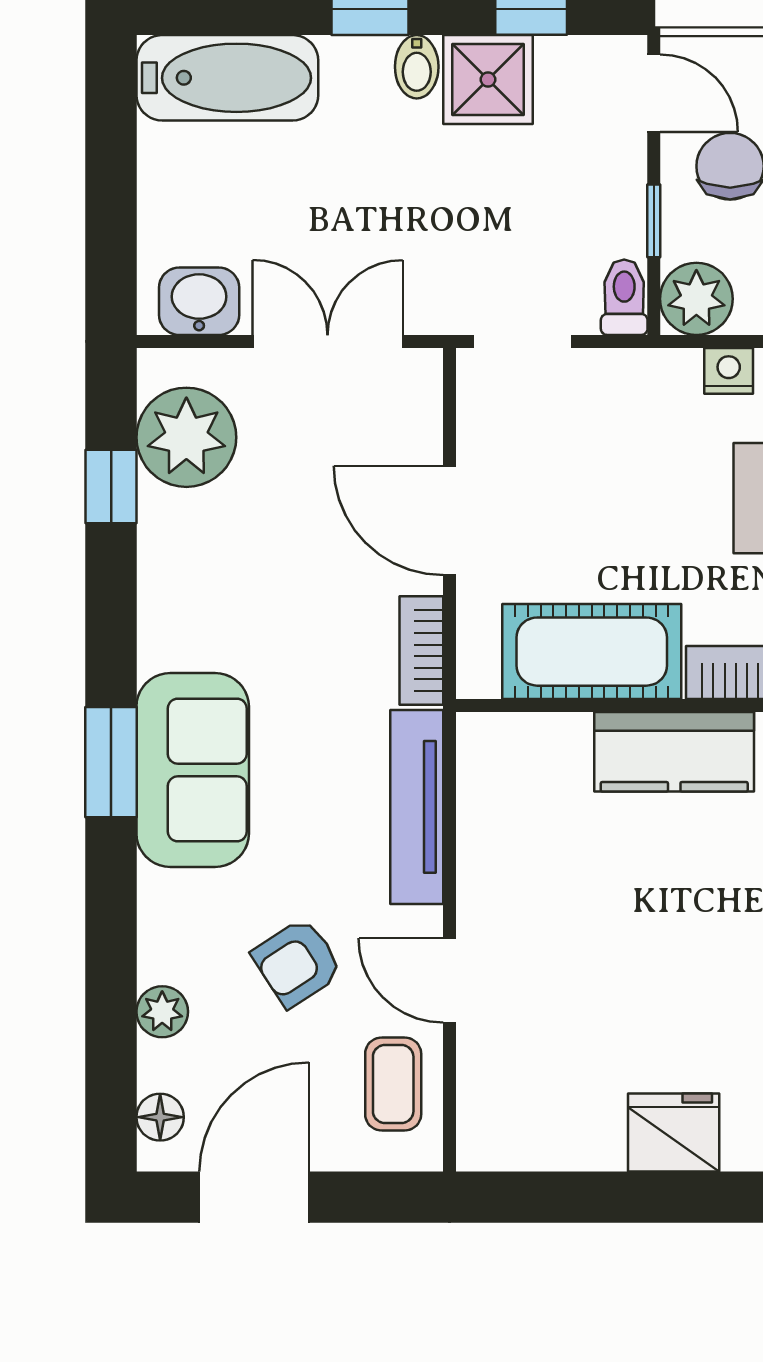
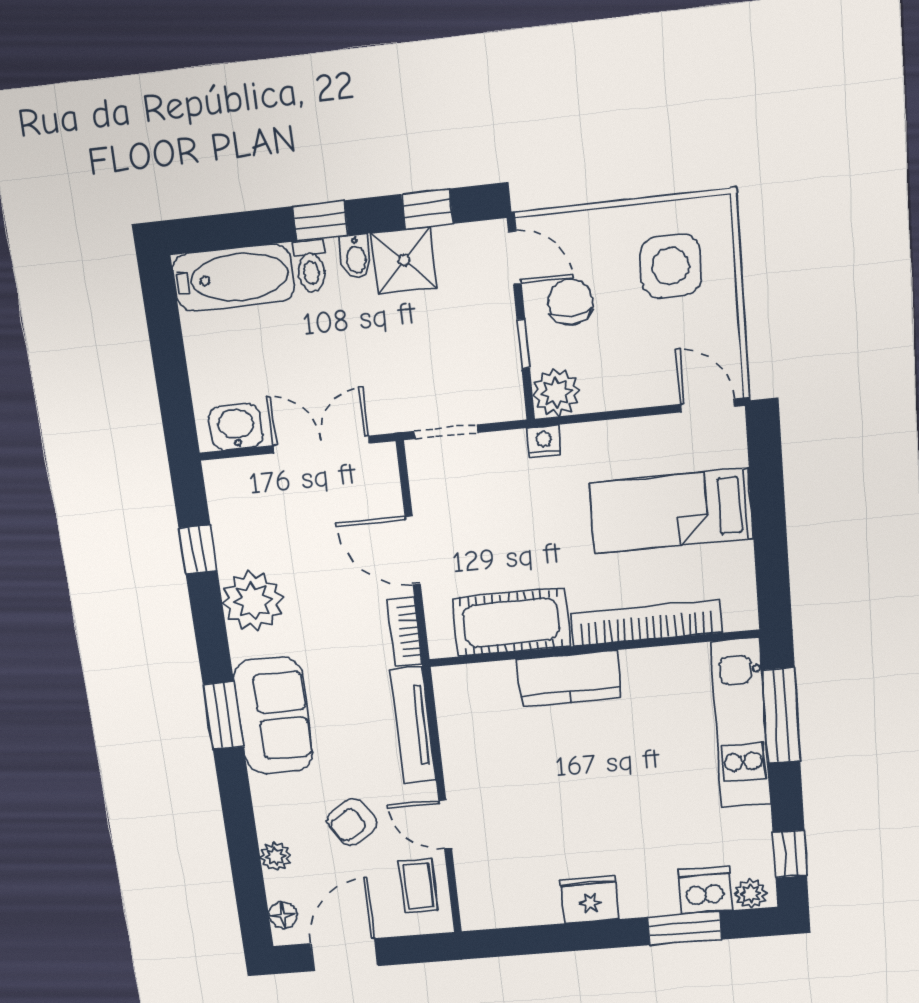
toilet: (624, 297) -> (311, 266), moved, turned 180
nightstand: (729, 371) -> (544, 441), moved
plant: (186, 437) -> (253, 601), moved

